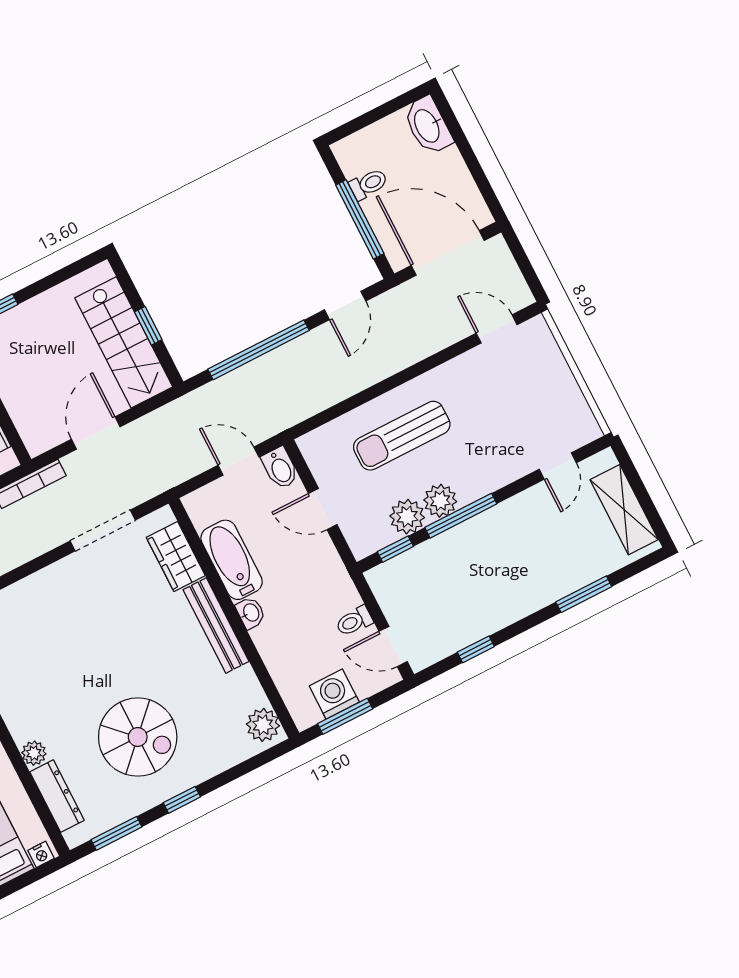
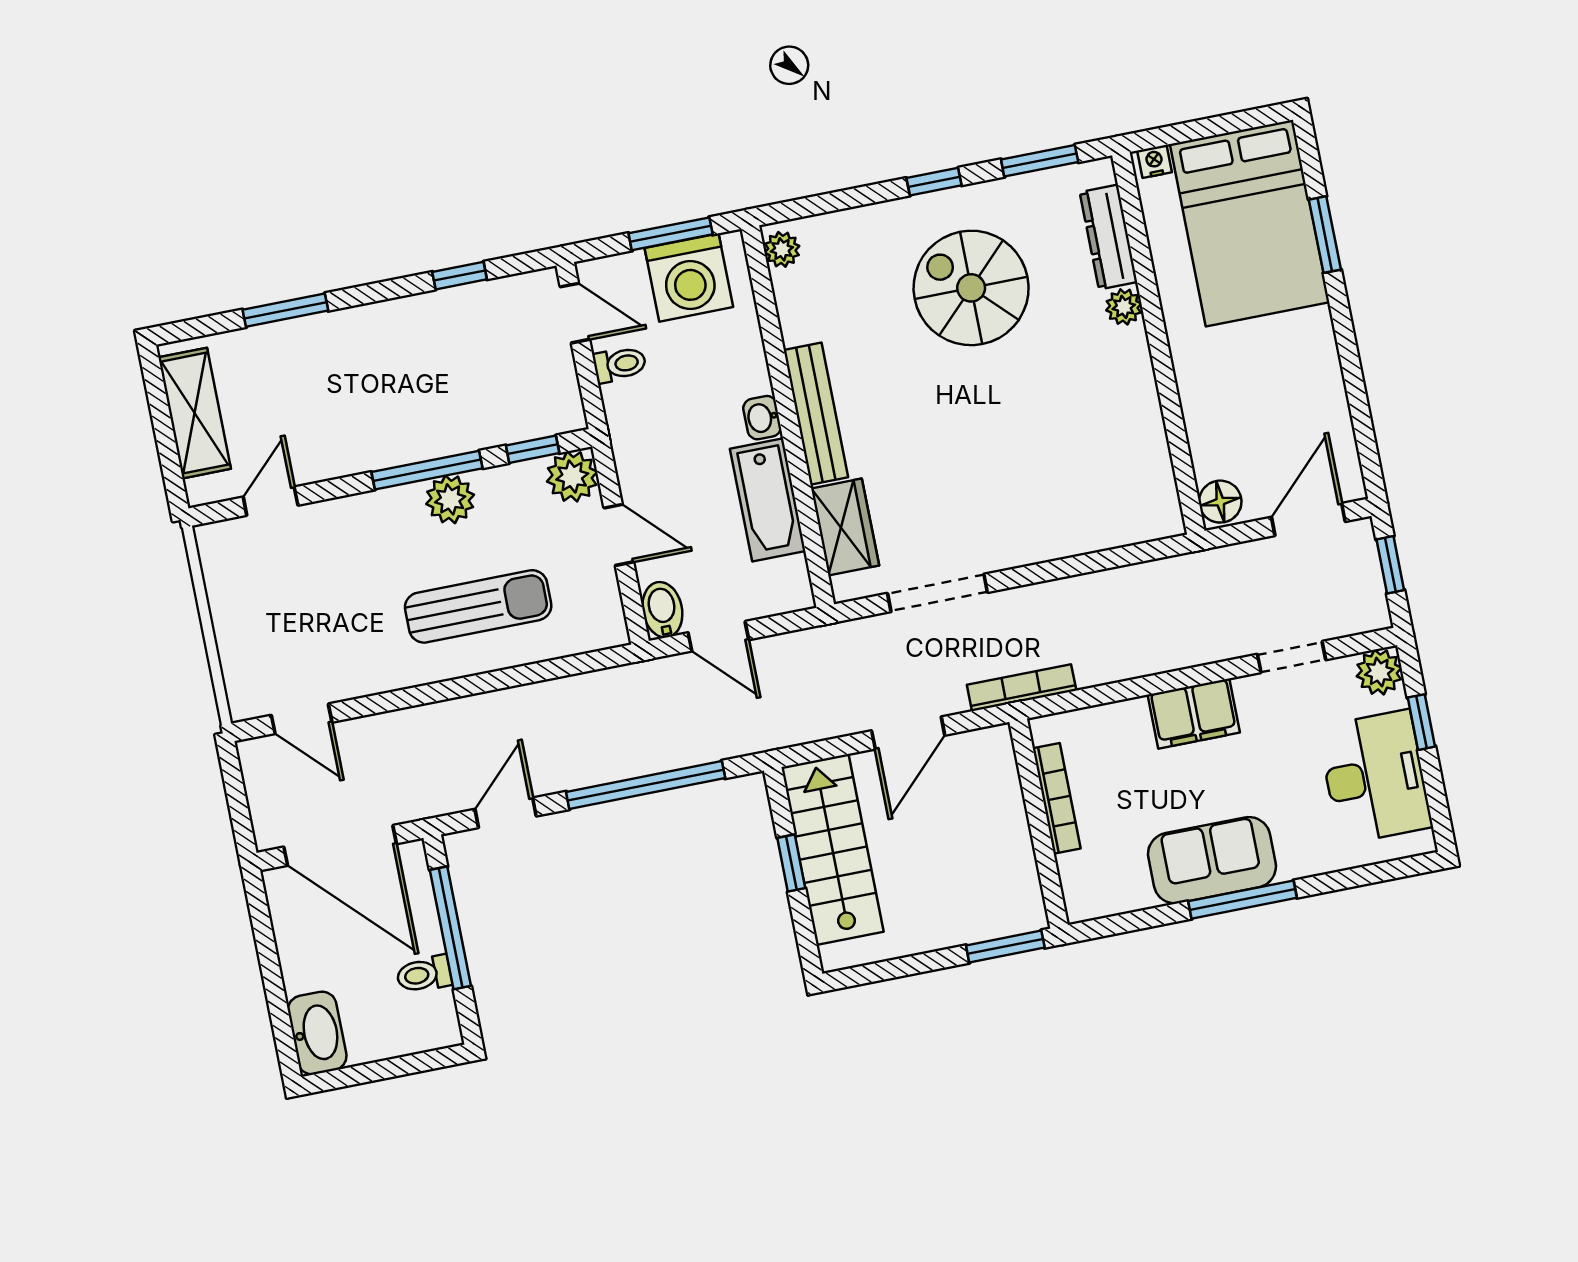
plant: (407, 517) -> (572, 477), moved
washing machine: (334, 694) -> (689, 278), width x1.37, depth x1.37
plant: (263, 725) -> (782, 249), width x0.73, depth x0.73

